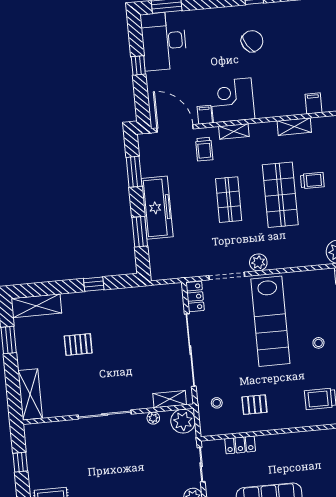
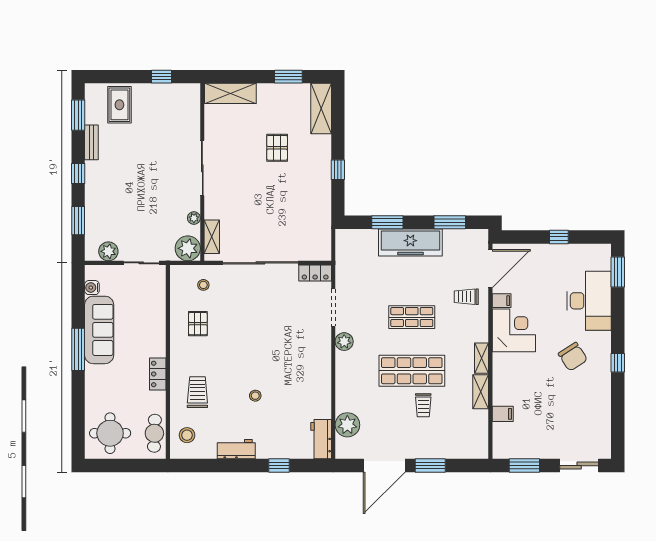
desk: (164, 41) -> (589, 301), moved, turned 90
shelving: (234, 131) -> (482, 358), moved
lab bench: (270, 321) -> (282, 348), removed
locker: (240, 445) -> (158, 374), moved

